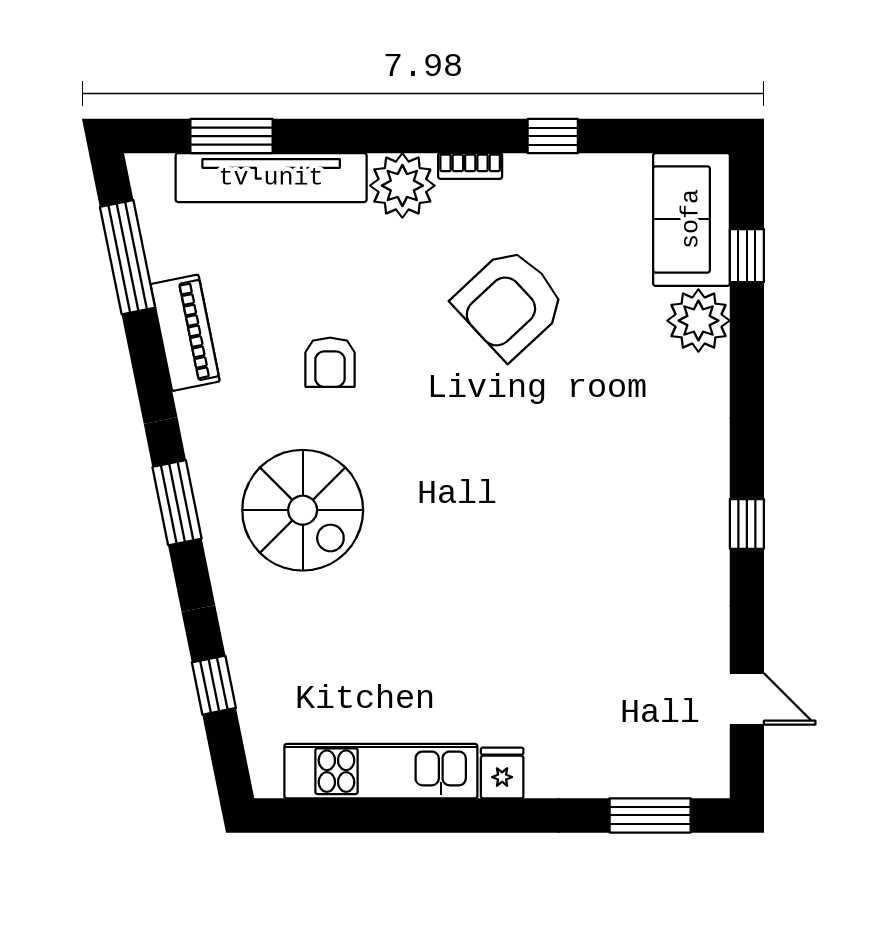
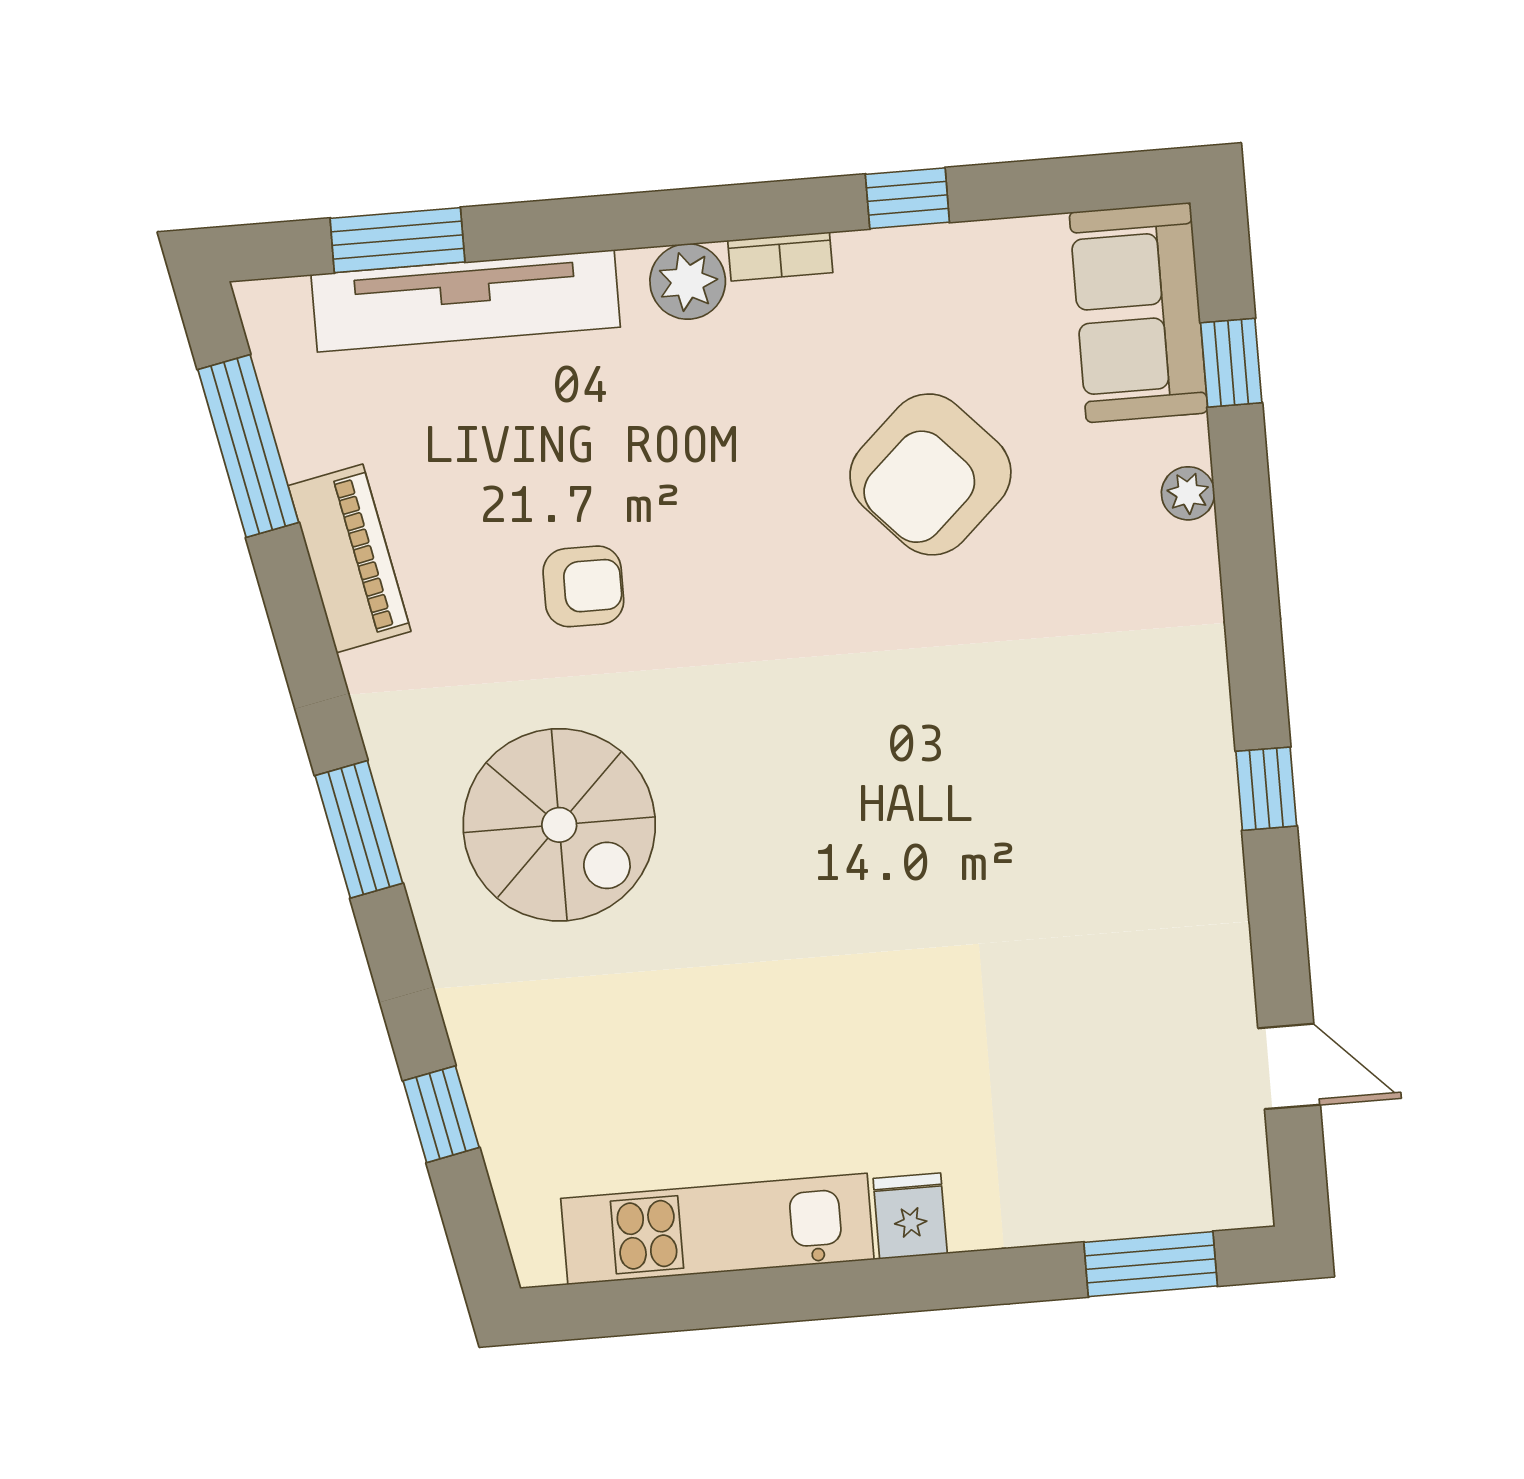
plant: (402, 186) -> (688, 282), width x0.73, depth x0.73
armchair: (510, 303) -> (930, 474), moved
plant: (698, 321) -> (1188, 493), width x0.53, depth x0.53
armchair: (330, 362) -> (583, 586), turned -90

